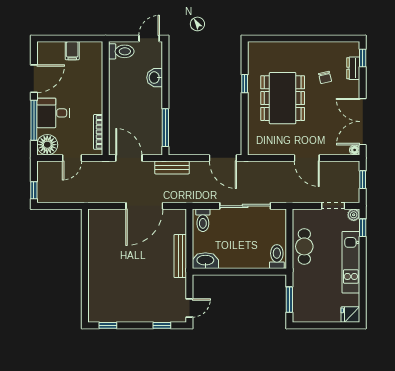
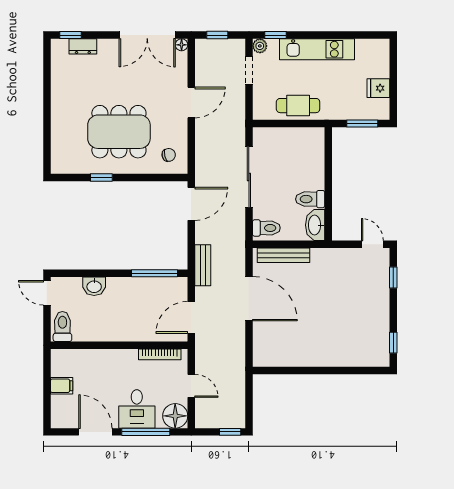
chair: (325, 77) -> (169, 155), moved
bench: (180, 256) -> (284, 255), moved
toilet: (277, 257) -> (310, 199), moved
fridge: (350, 315) -> (378, 88), moved, turned 90

